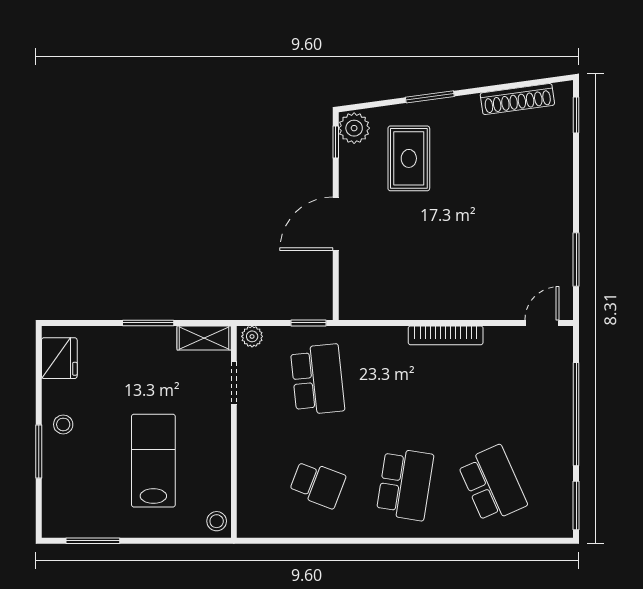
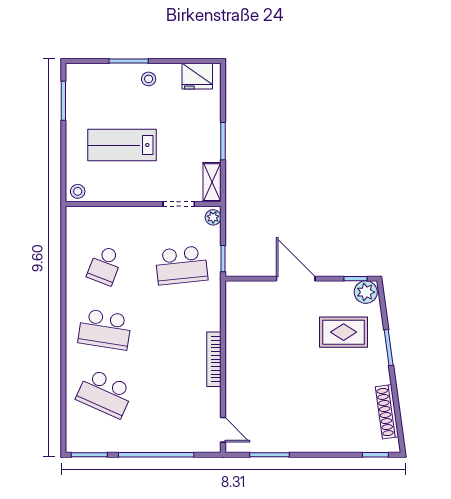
lab bench: (153, 461) -> (122, 145), turned 180
school desk: (492, 484) -> (105, 393), turned 48

